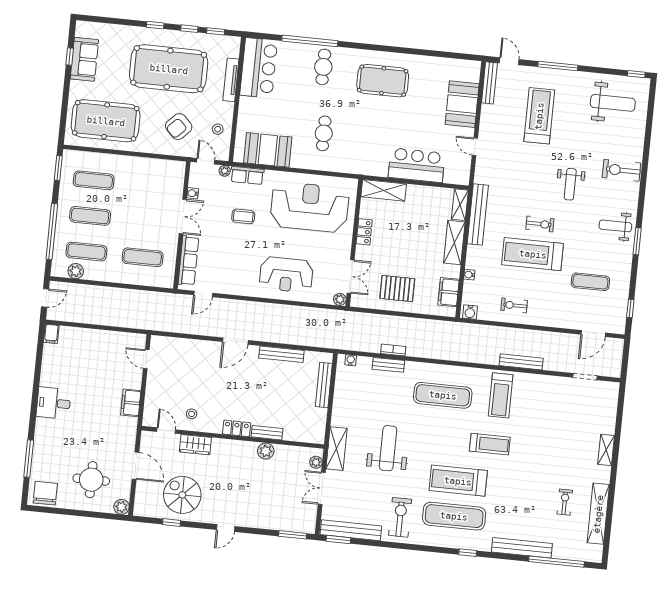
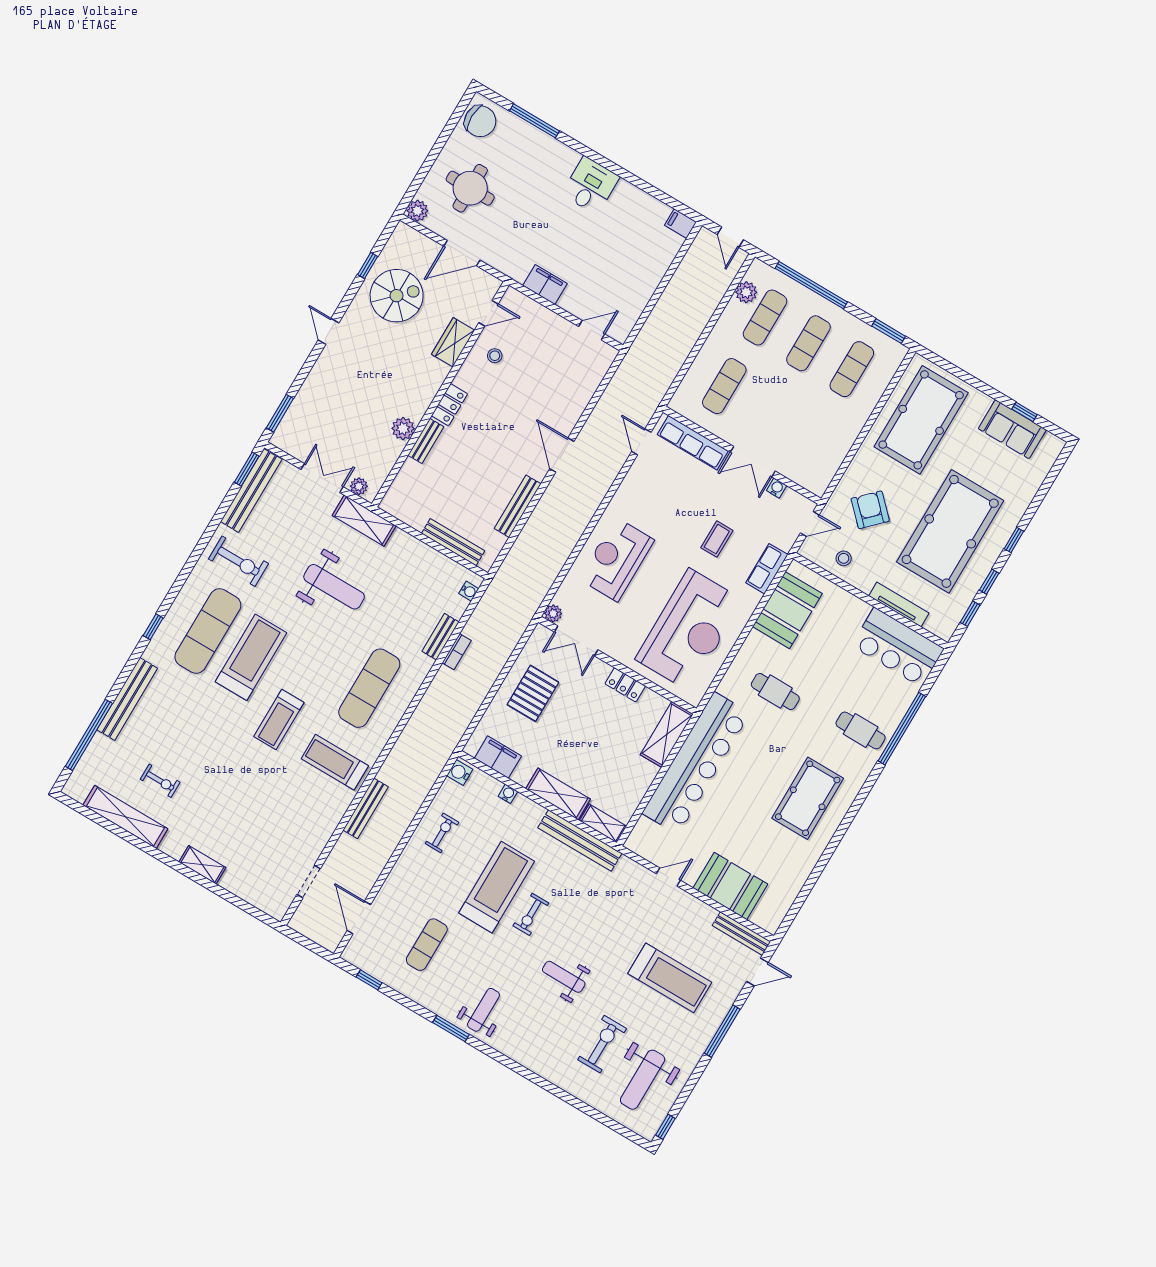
bar counter: (417, 165) -> (696, 763), width x1.86
exercise bike: (621, 170) -> (602, 1044), moved
plant: (225, 171) -> (786, 542), removed

